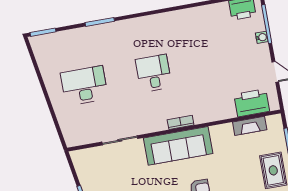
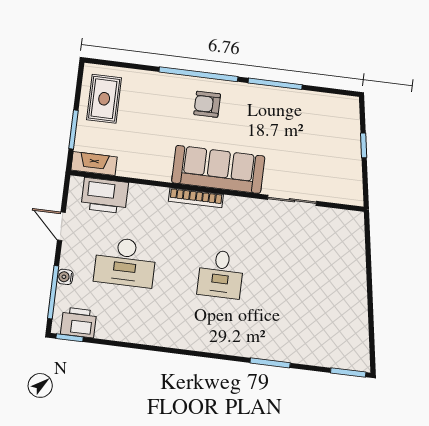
desk: (84, 86) -> (125, 262), moved
bookcase: (181, 122) -> (196, 198), width x1.56
fireplace: (250, 126) -> (94, 164), moved

